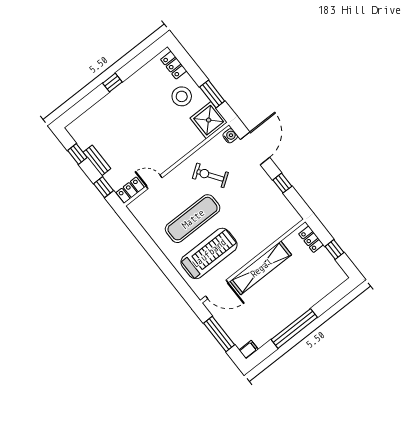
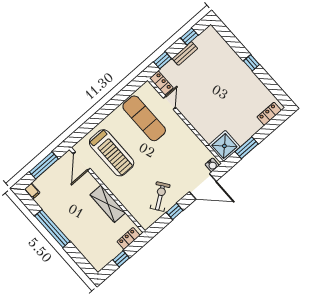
stool: (182, 96) -> (243, 122), removed
exercise bike: (210, 175) -> (160, 197), moved
exercise mat: (193, 219) -> (144, 118), moved
shelving: (261, 268) -> (108, 204), width x0.68

